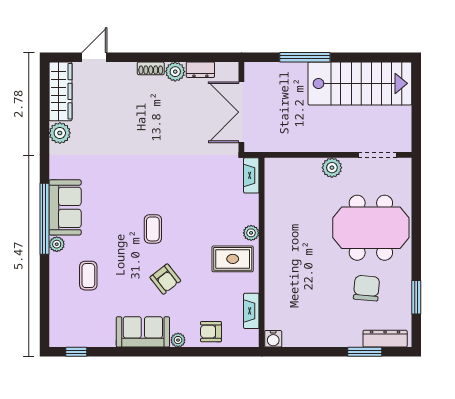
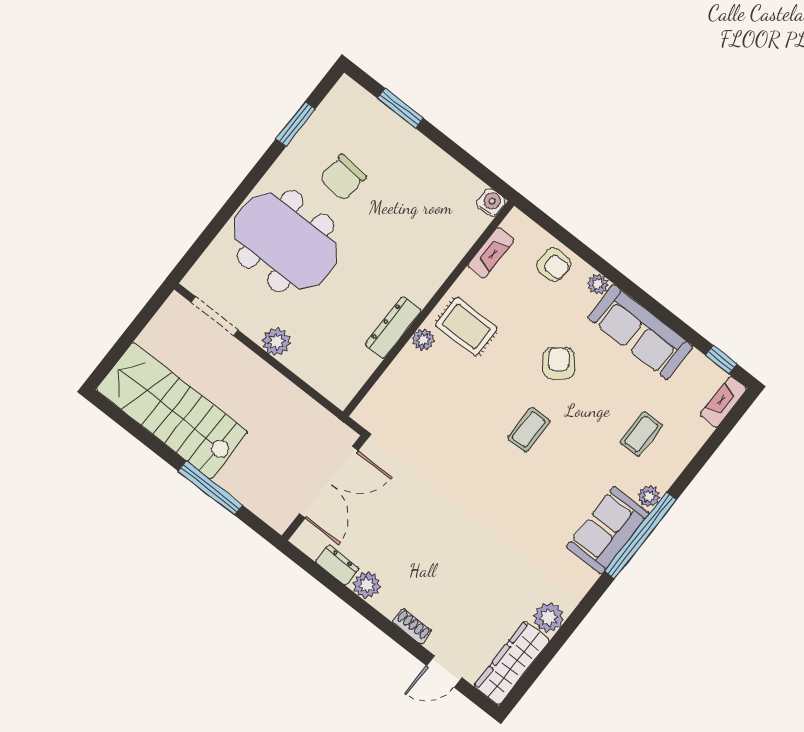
shoe rack: (151, 68) -> (412, 626), moved
fireplace: (251, 175) -> (723, 402), moved, turned 180
sofa: (143, 332) -> (640, 332), width x1.36
dresser: (385, 339) -> (393, 327), moved, turned 90

